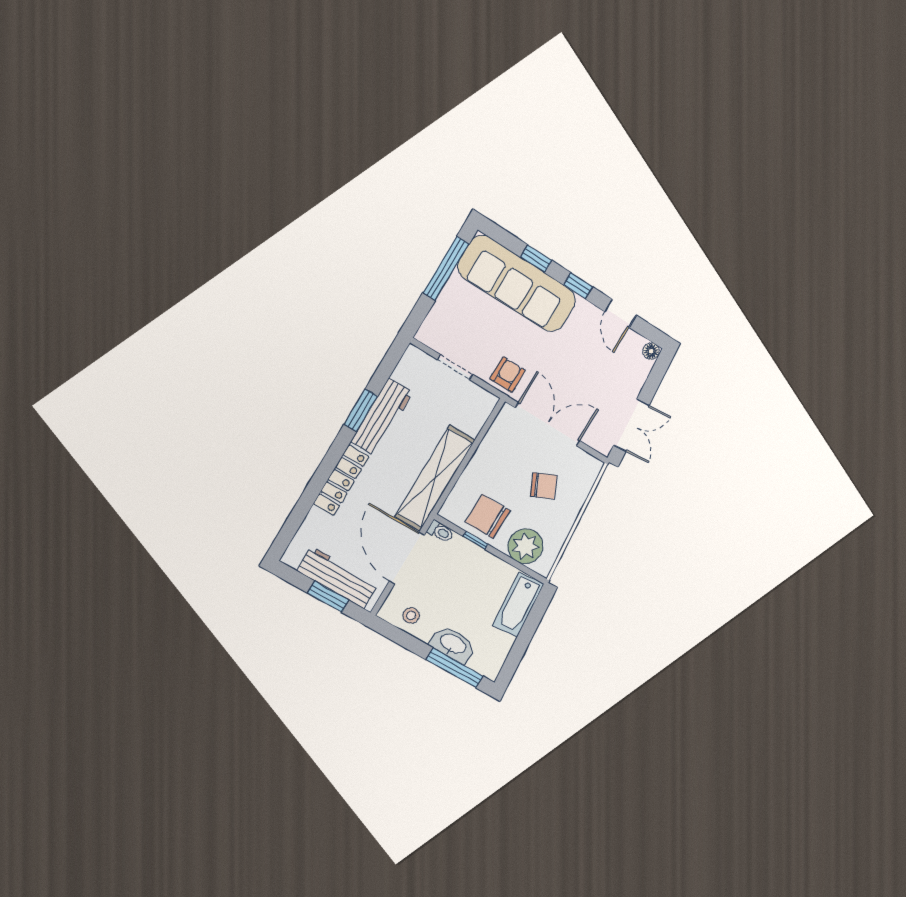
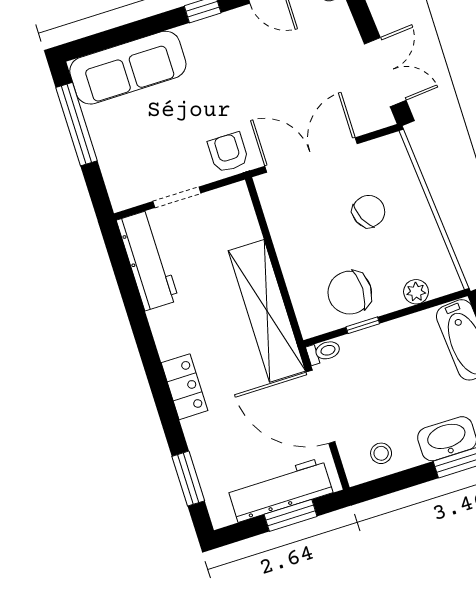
window: (536, 259) -> (142, 29), removed
sofa: (517, 284) -> (128, 68), width x0.74, depth x0.79
window: (361, 410) -> (188, 479), moved
workbench: (382, 417) -> (148, 260), moved
locker: (341, 480) -> (185, 387), width x0.66
plant: (525, 546) -> (416, 292), width x0.53, depth x0.53

